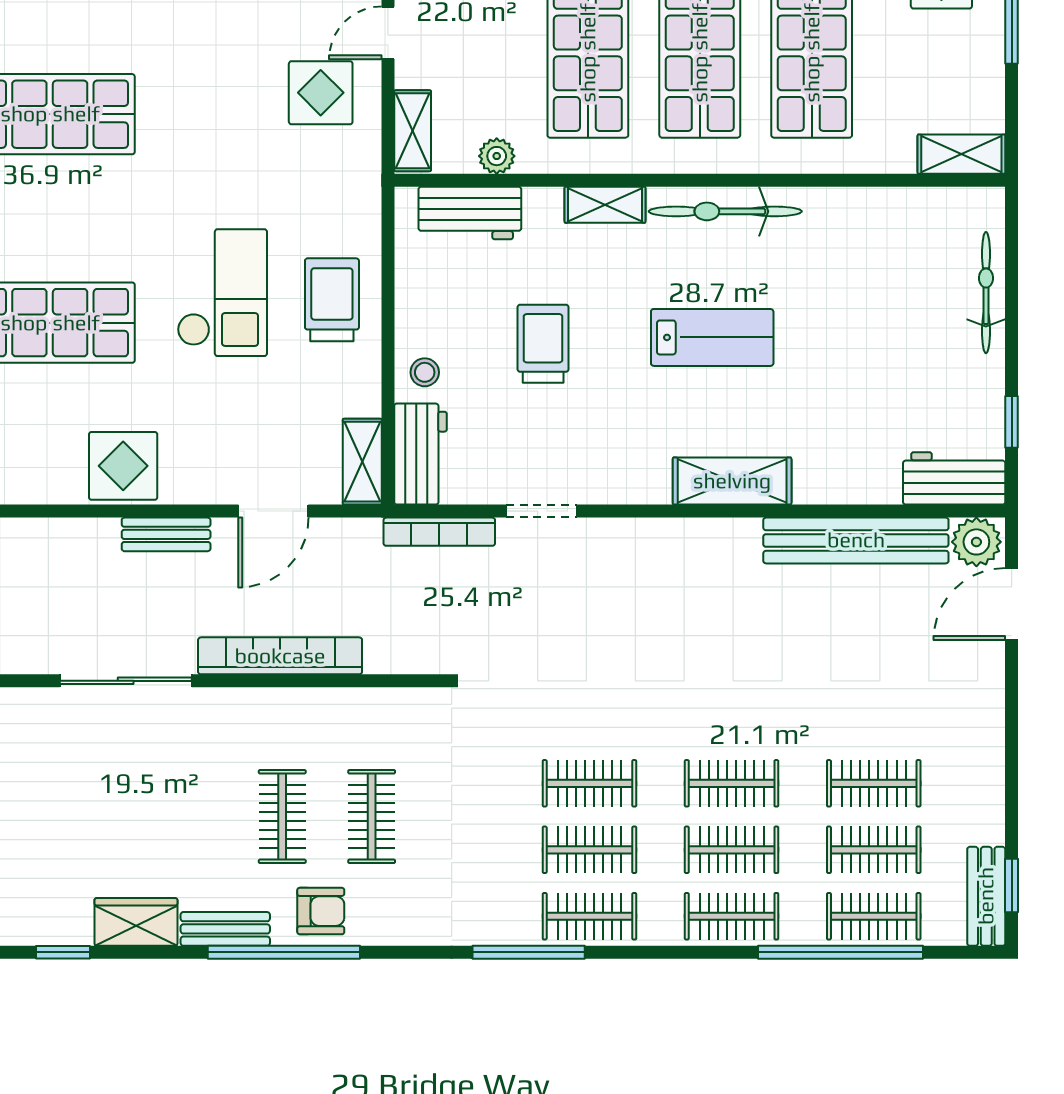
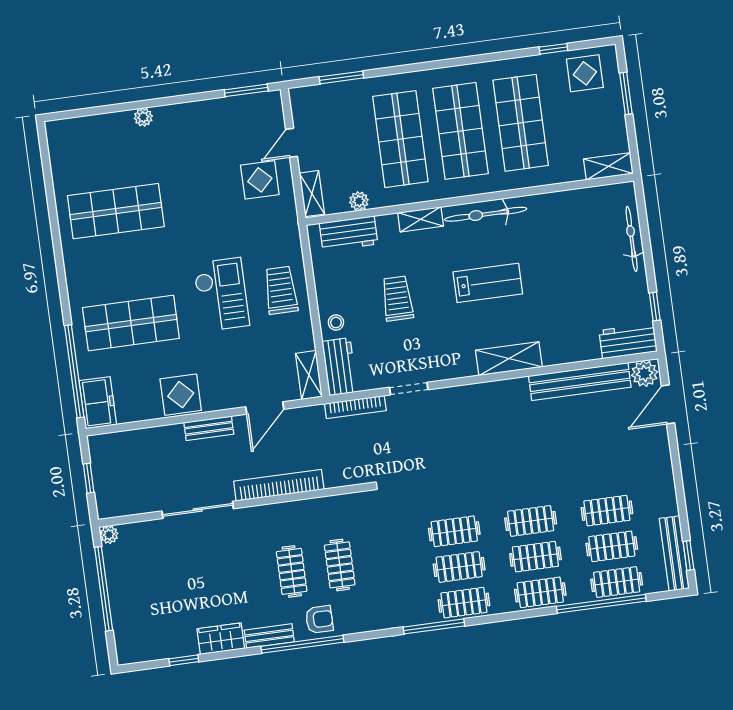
bench: (986, 896) -> (674, 553), width x1.36

